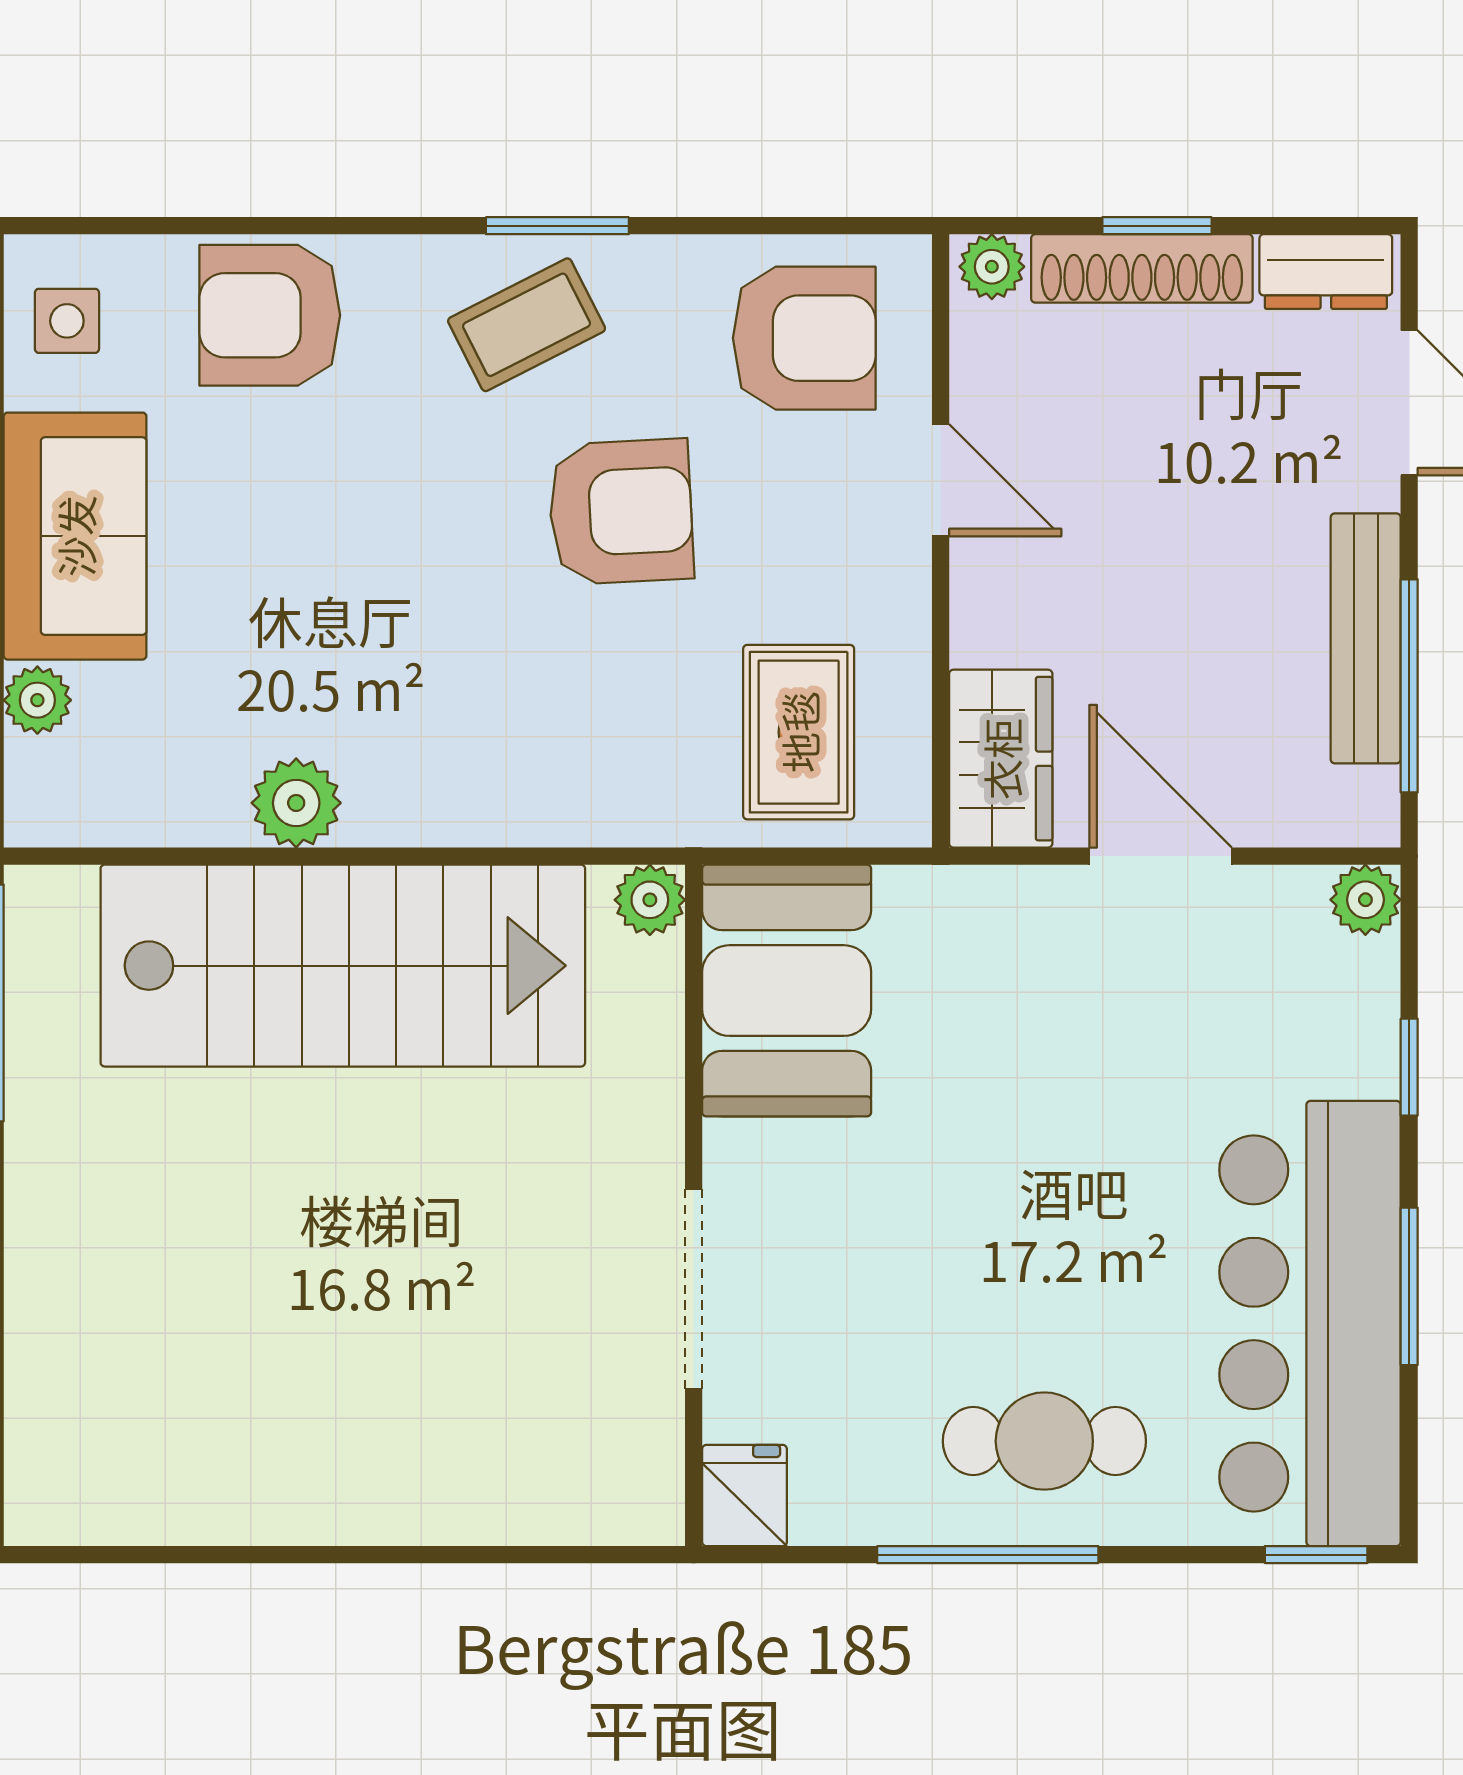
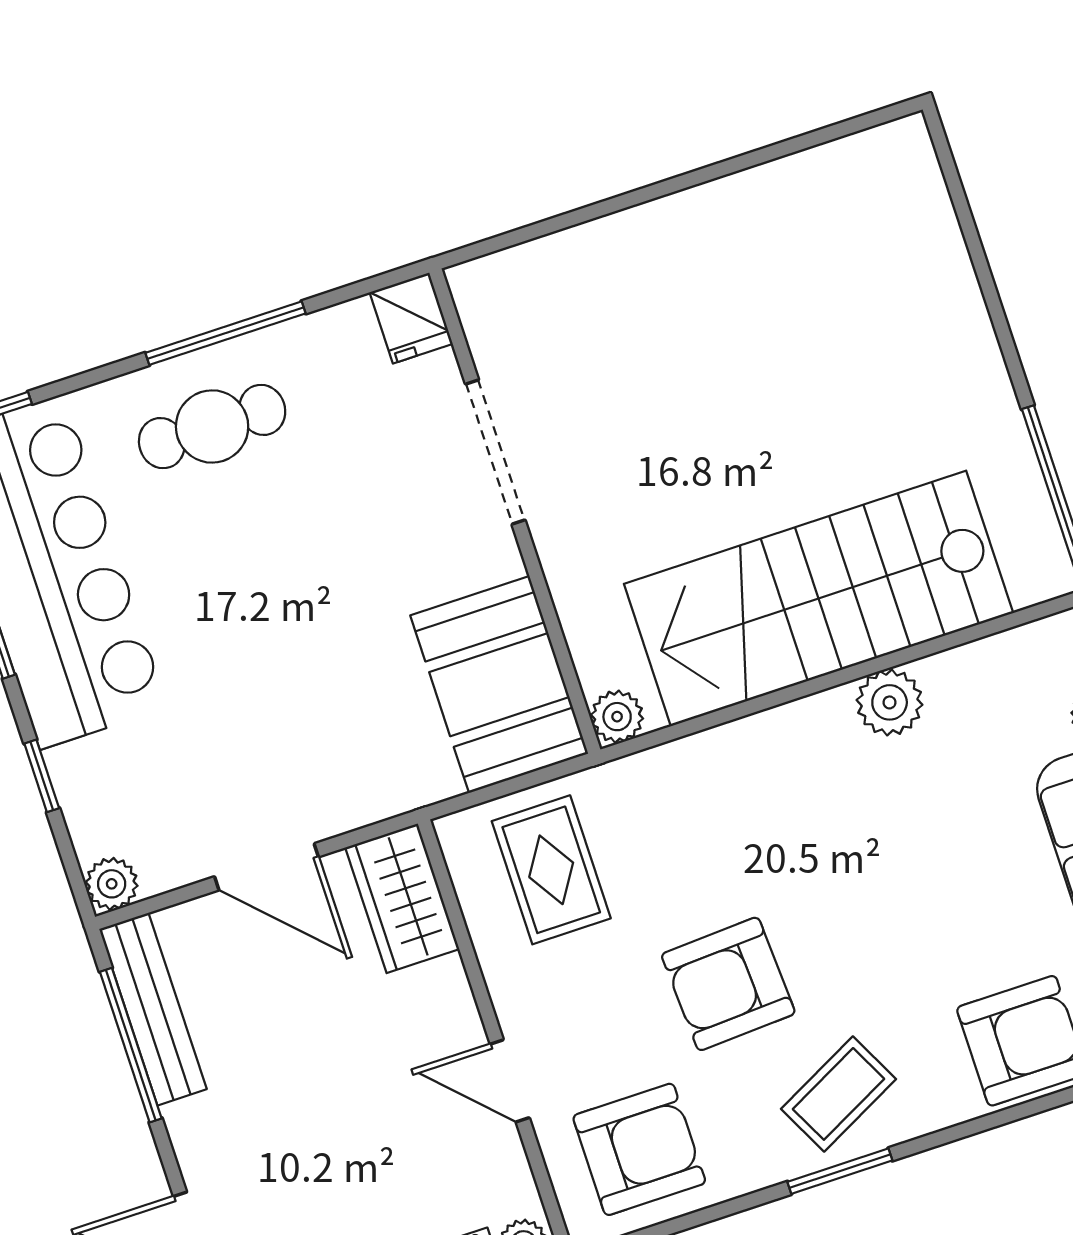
armchair: (804, 338) -> (639, 1149), turned 180
bench: (1366, 638) -> (153, 1009), moved

